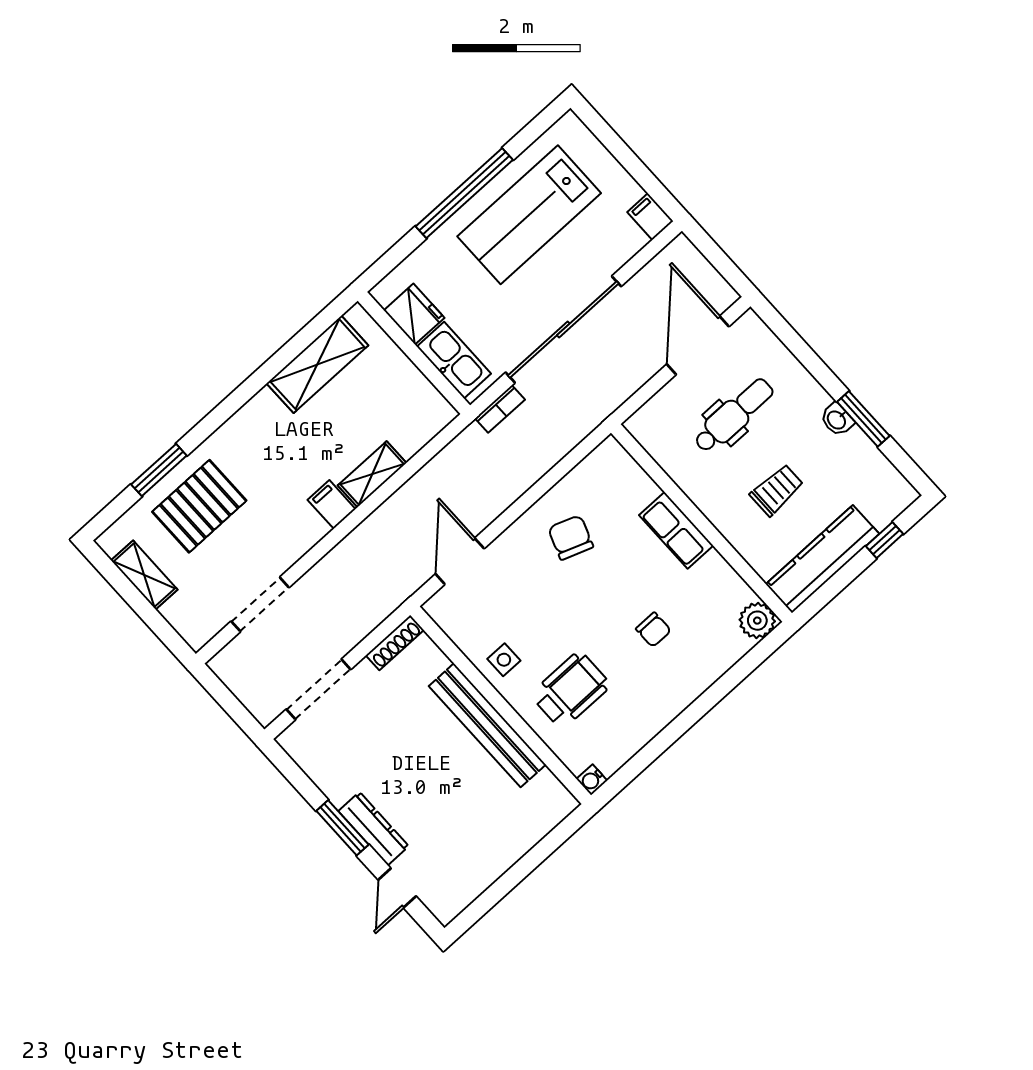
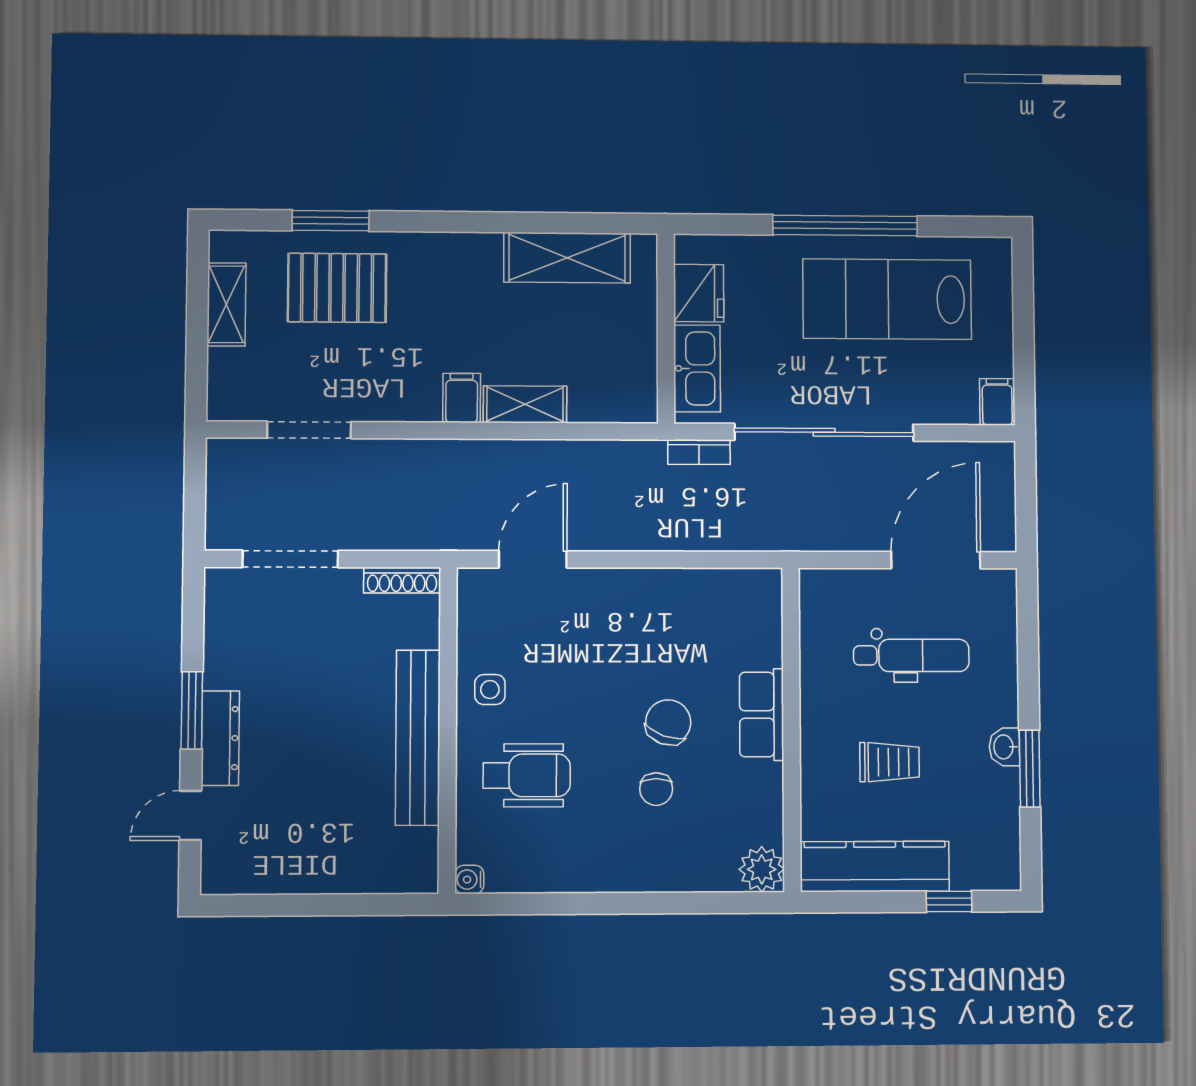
chair: (571, 537) -> (668, 722), moved

